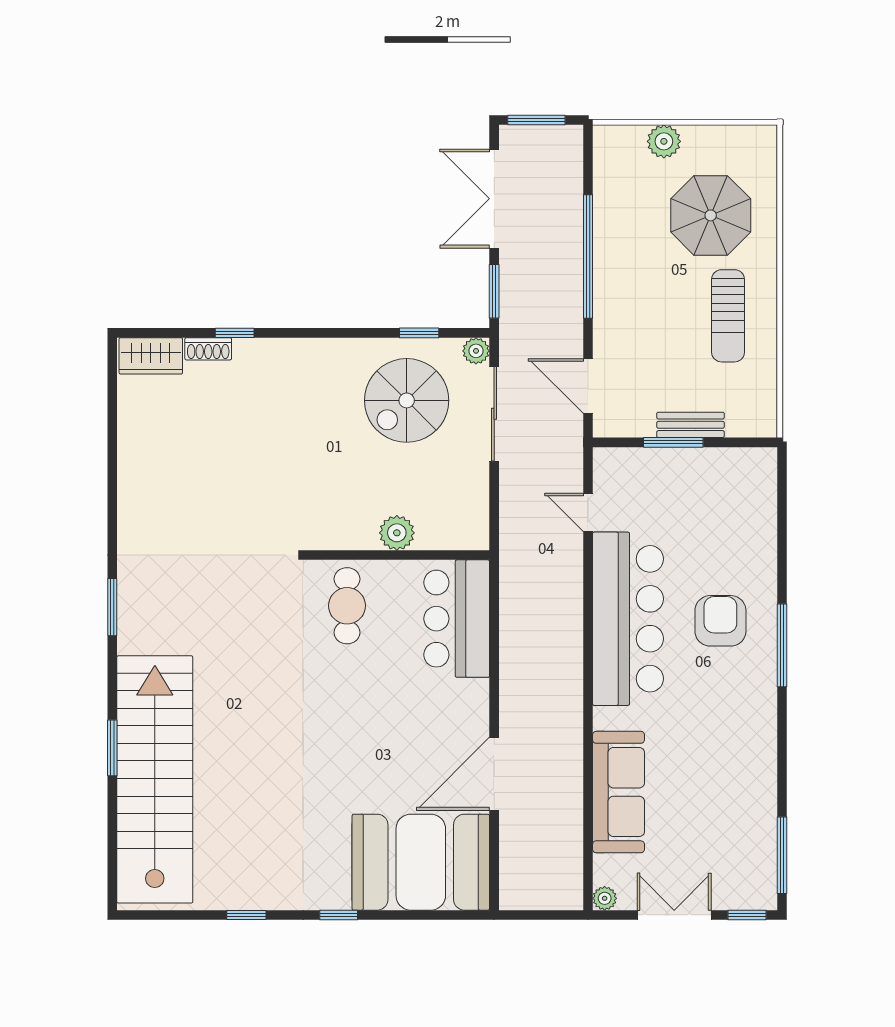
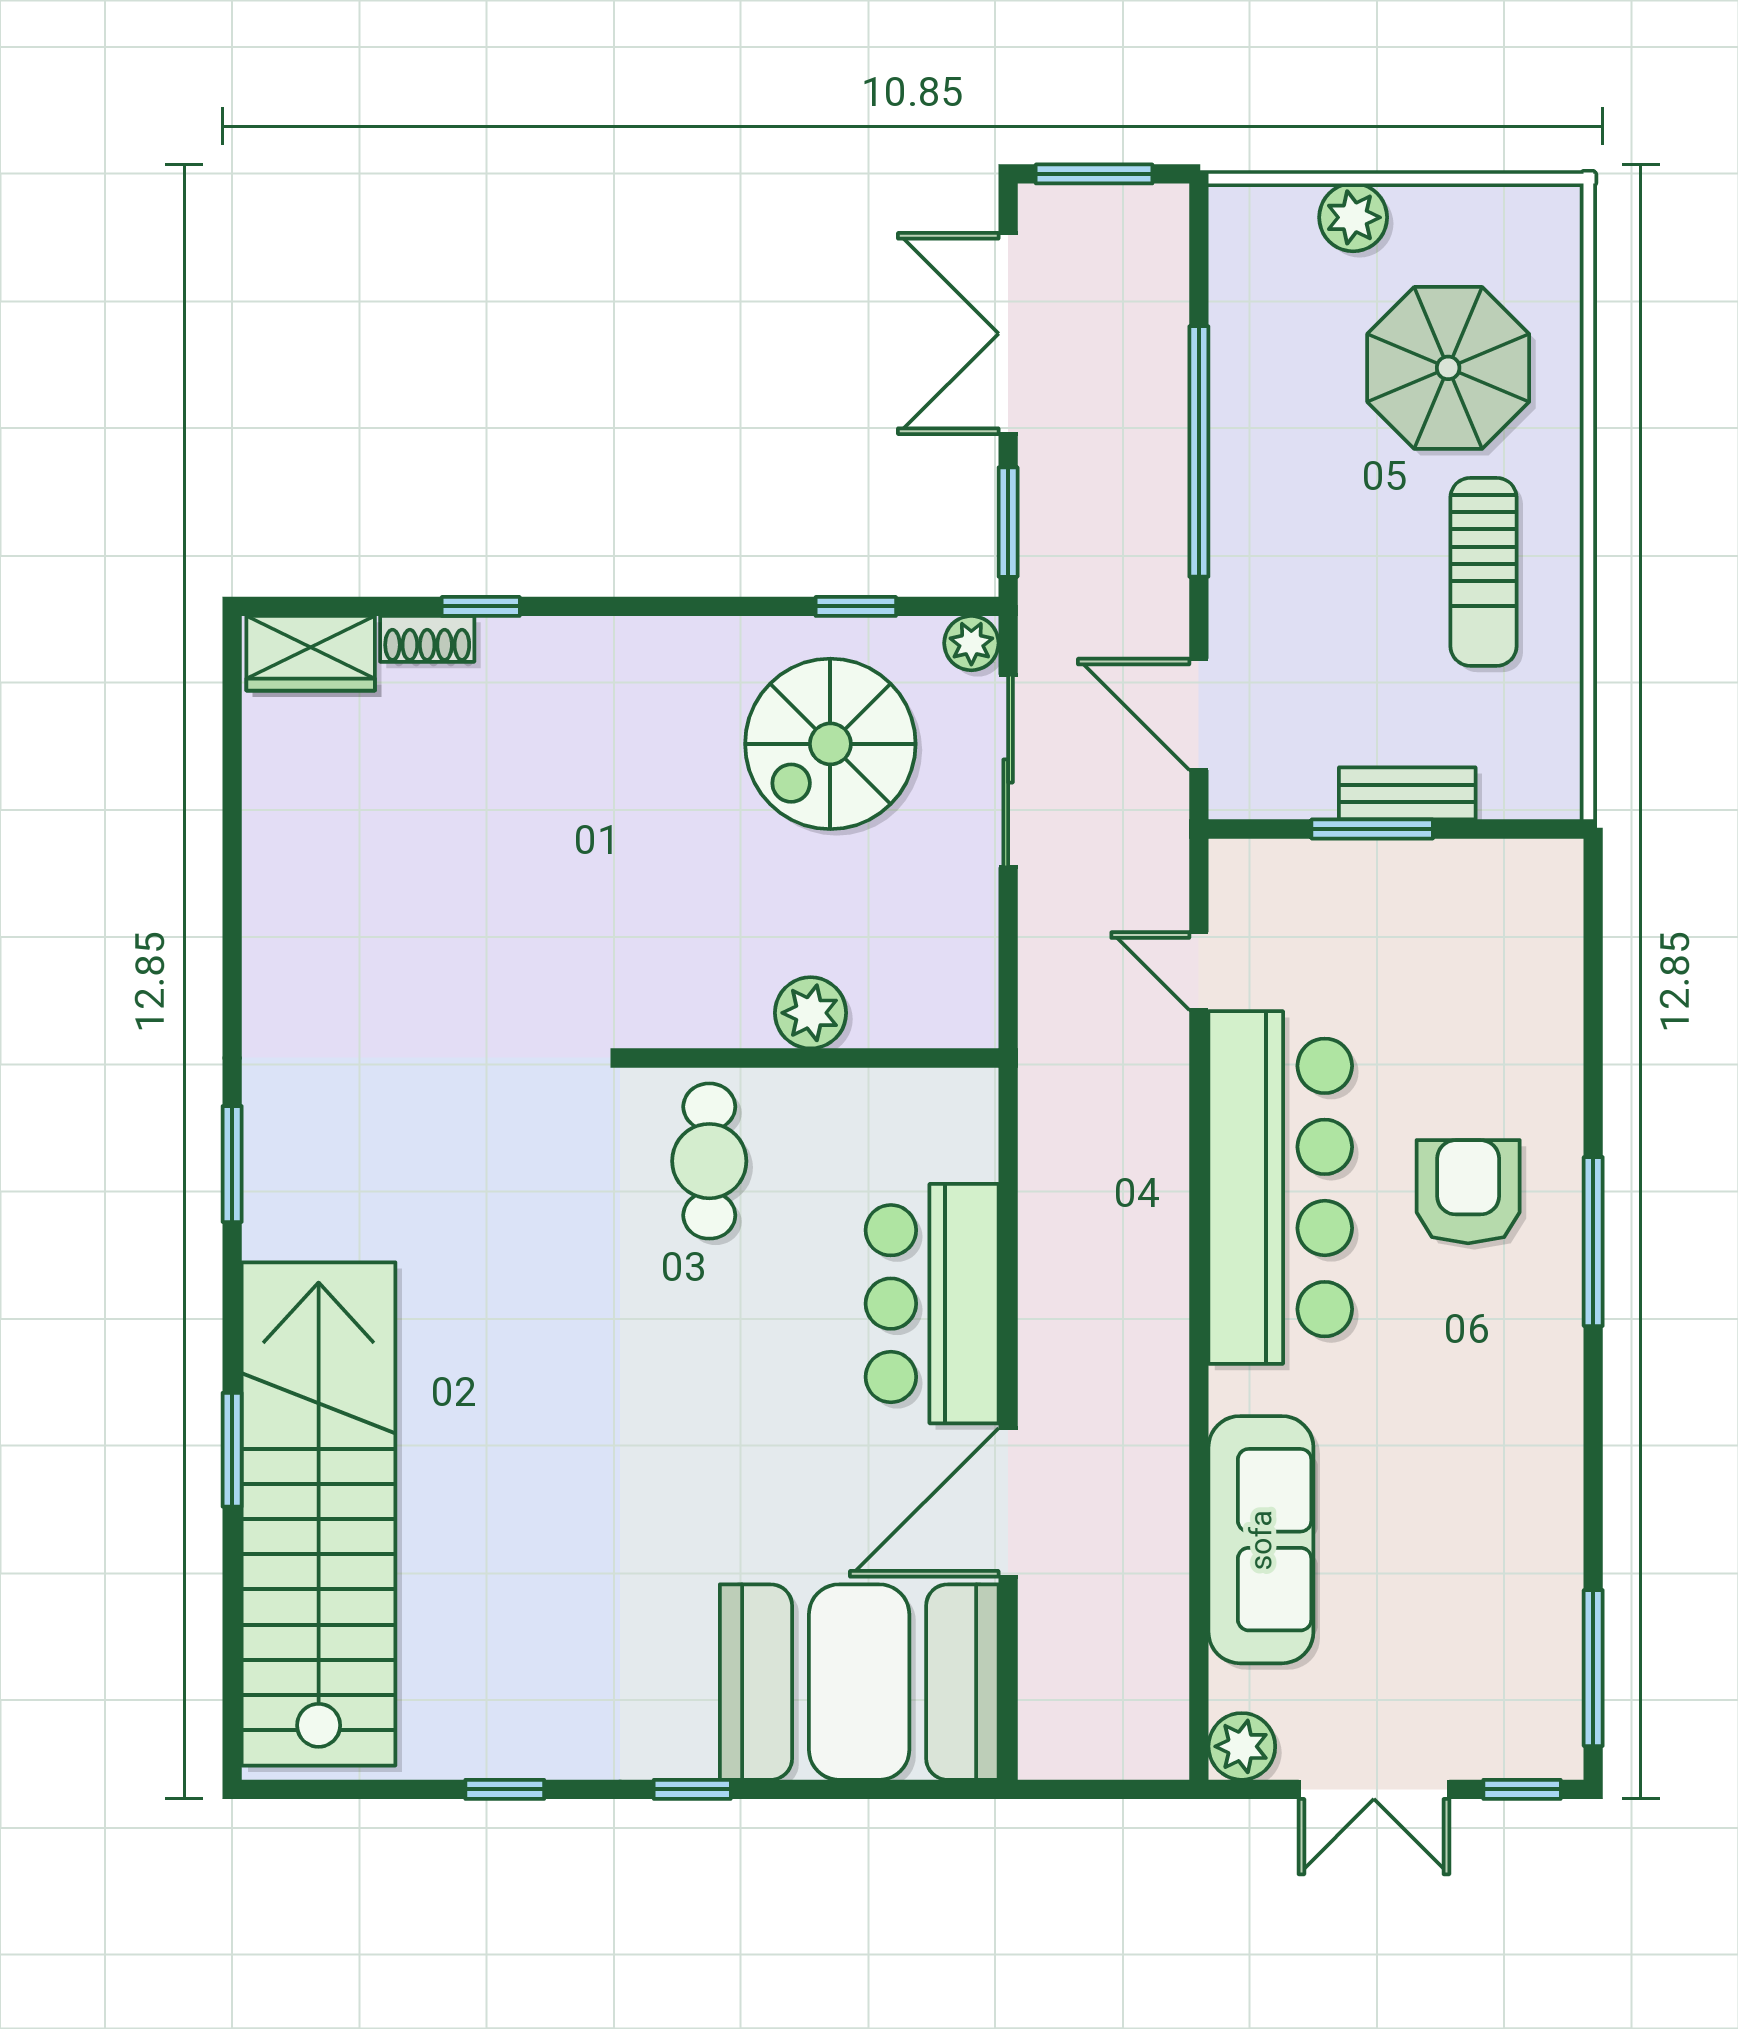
bar counter: (457, 619) -> (932, 1304), moved
plant: (605, 898) -> (1242, 1746), width x1.38, depth x1.38
double door: (674, 915) -> (1374, 1789), swing flipped

